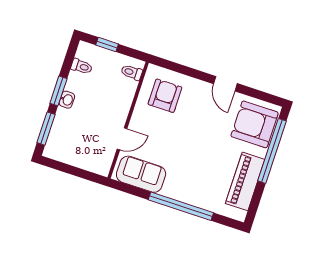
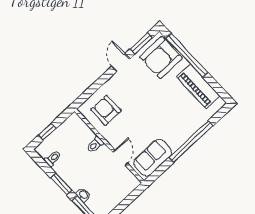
toilet: (132, 72) -> (95, 145), moved
door: (225, 84) -> (121, 63), swing flipped
window: (258, 95) -> (141, 43), added
washbasin: (67, 100) -> (83, 195), moved

